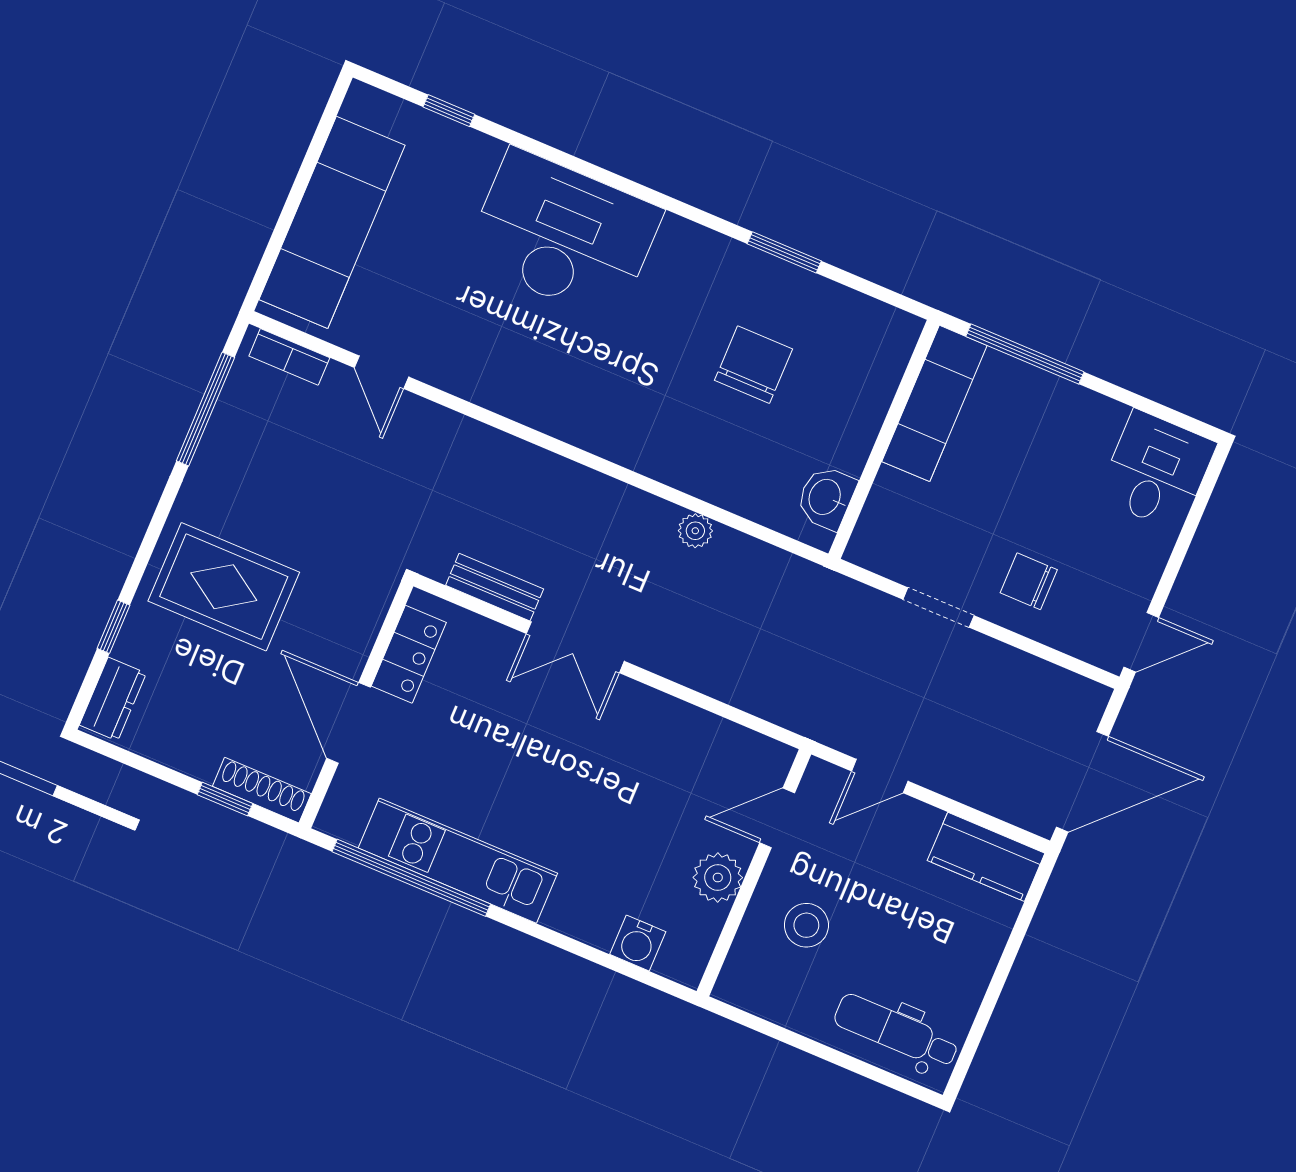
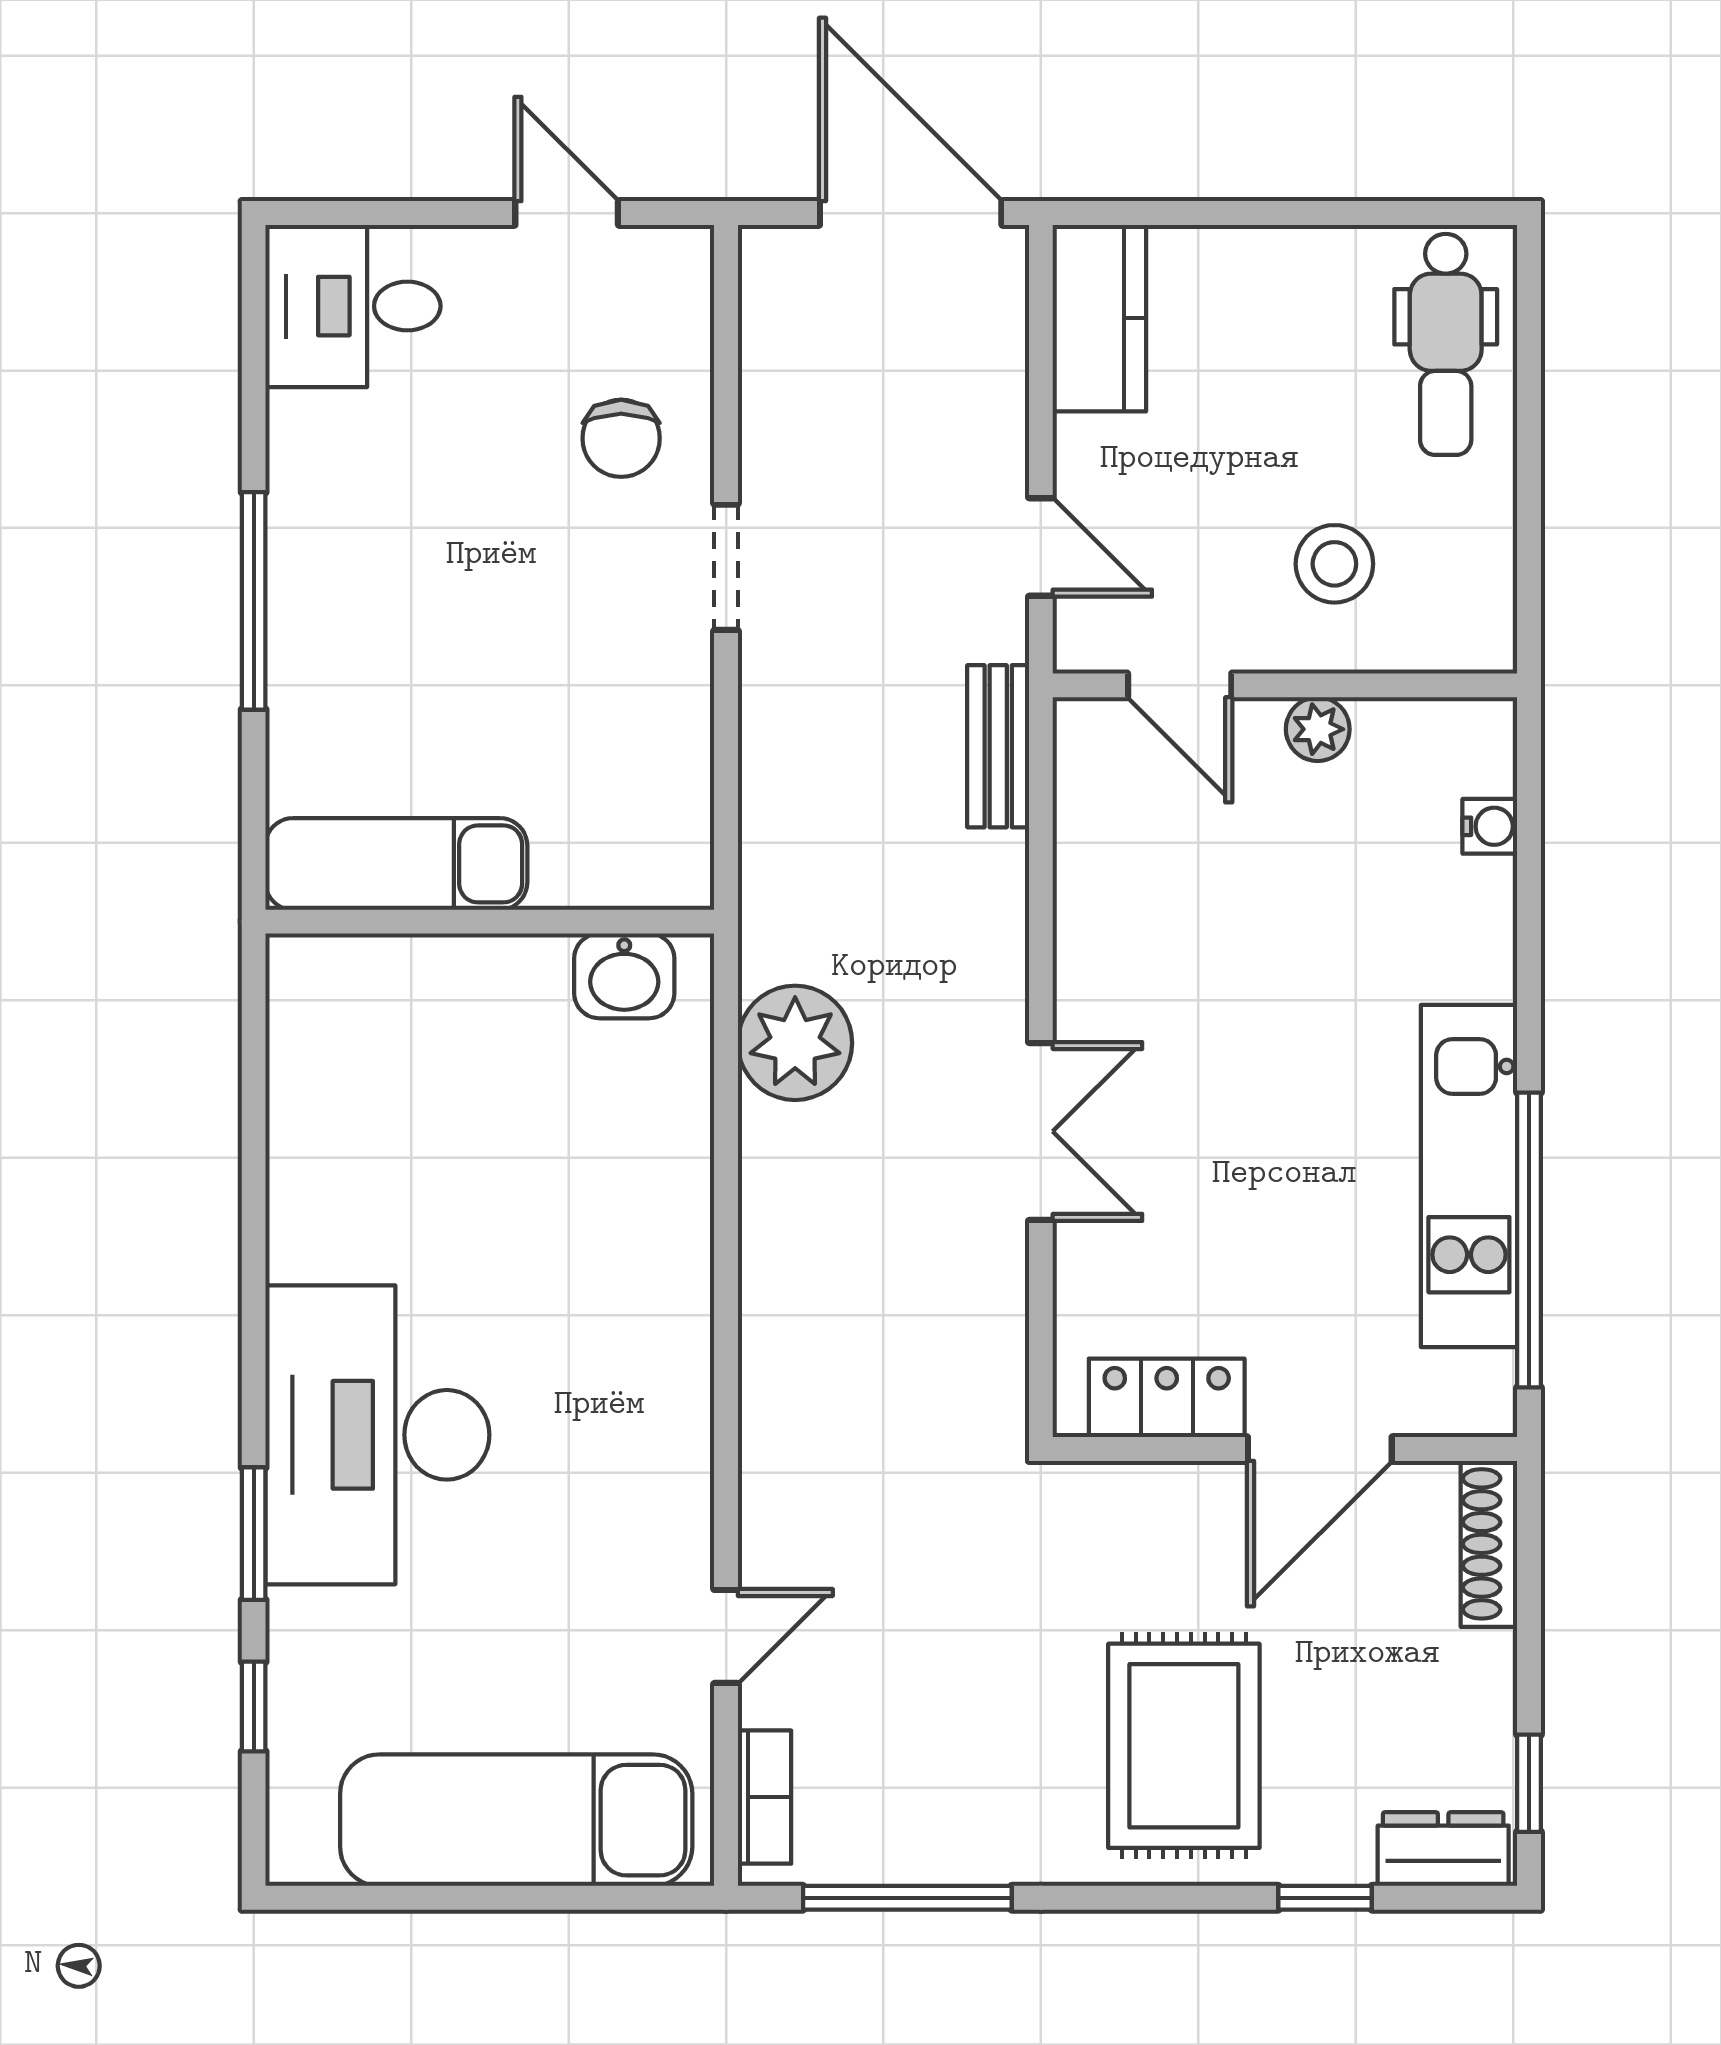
window: (784, 252) -> (254, 1534), moved
chair: (754, 365) -> (458, 1036), removed
exam couch: (934, 403) -> (396, 864), moved
wall: (884, 439) -> (490, 922), moved
washbasin: (826, 497) -> (624, 976), moved
plant: (695, 531) -> (795, 1043), width x1.88, depth x1.88
bench: (495, 587) -> (998, 746), moved
door: (1141, 642) -> (567, 213), moved
window: (225, 799) -> (1529, 1783), moved
plant: (718, 877) -> (1318, 729), width x0.73, depth x0.73
water cooler: (638, 943) -> (1490, 826), width x0.72, depth x0.72

